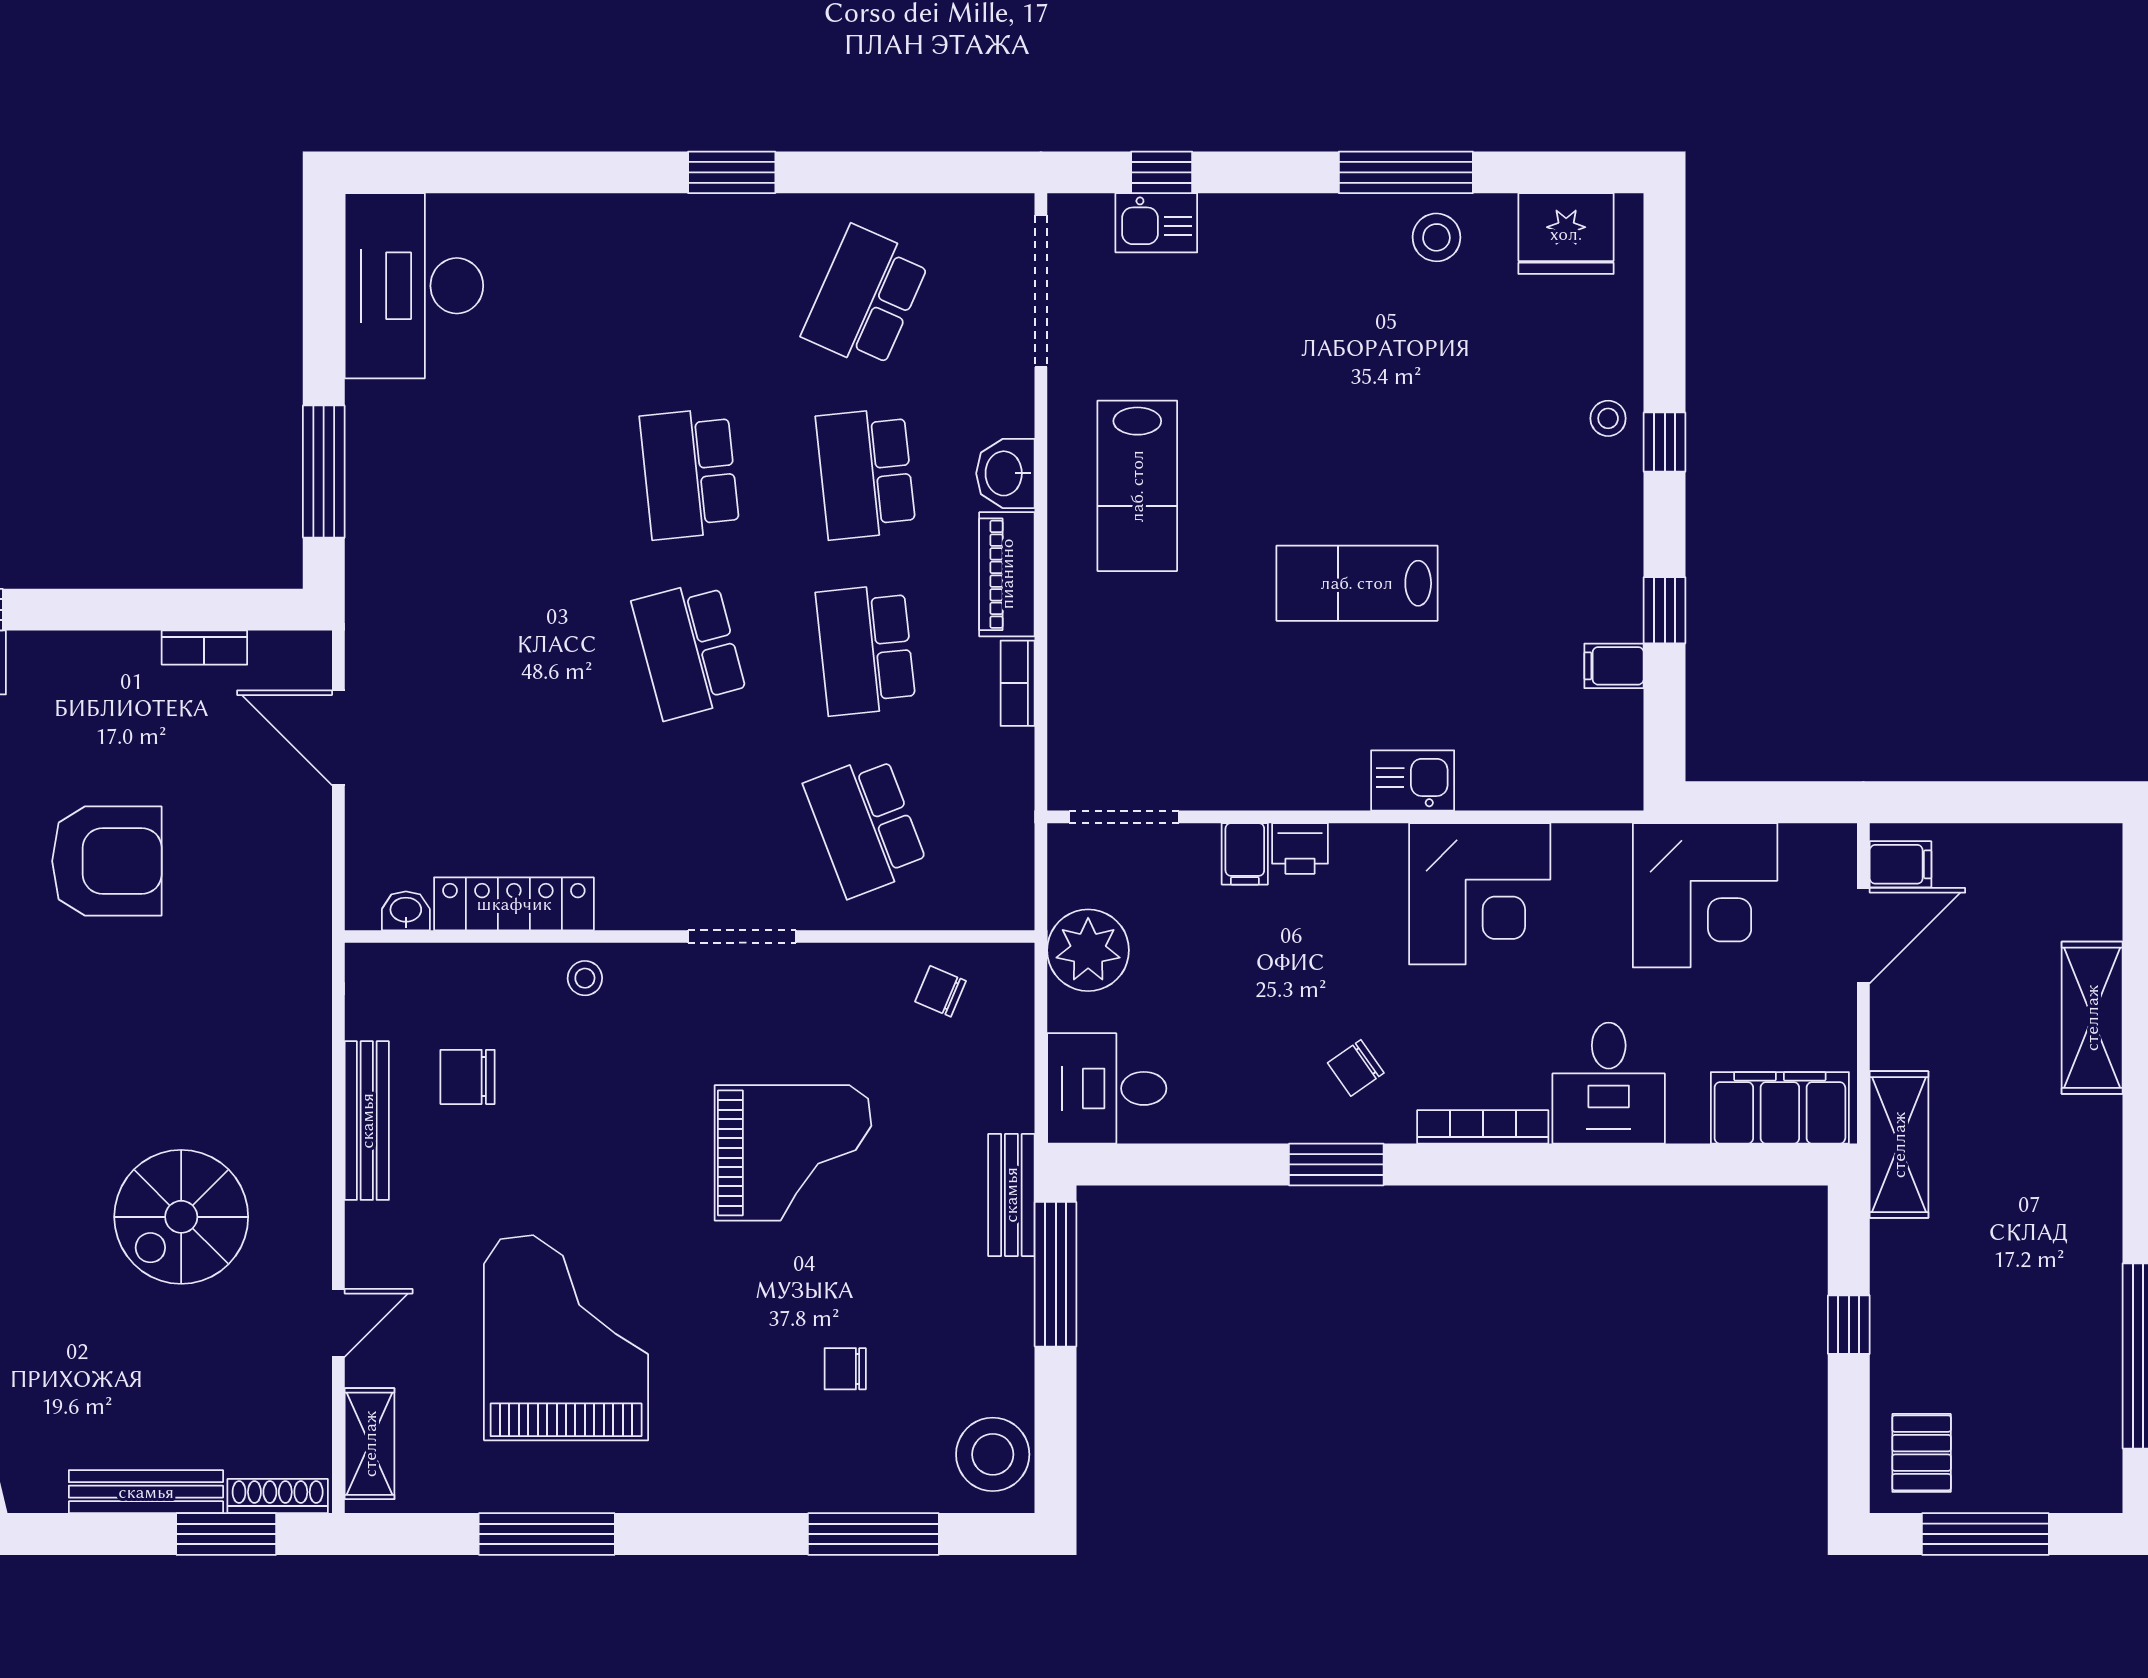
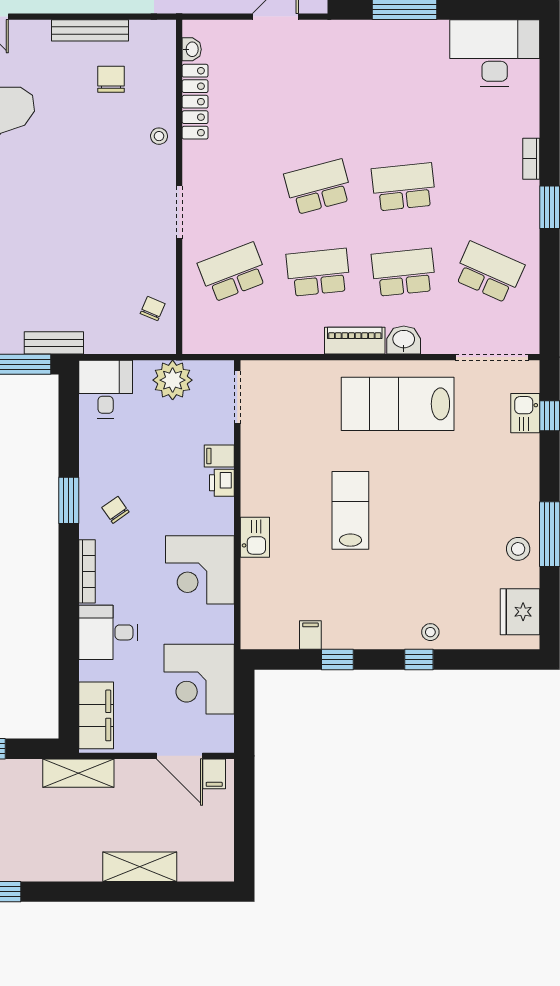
lab bench: (1137, 486) -> (398, 404), width x1.36, depth x1.39
bookcase: (1018, 683) -> (531, 159), moved, turned -90
grand piano: (793, 1153) -> (74, 237), removed

